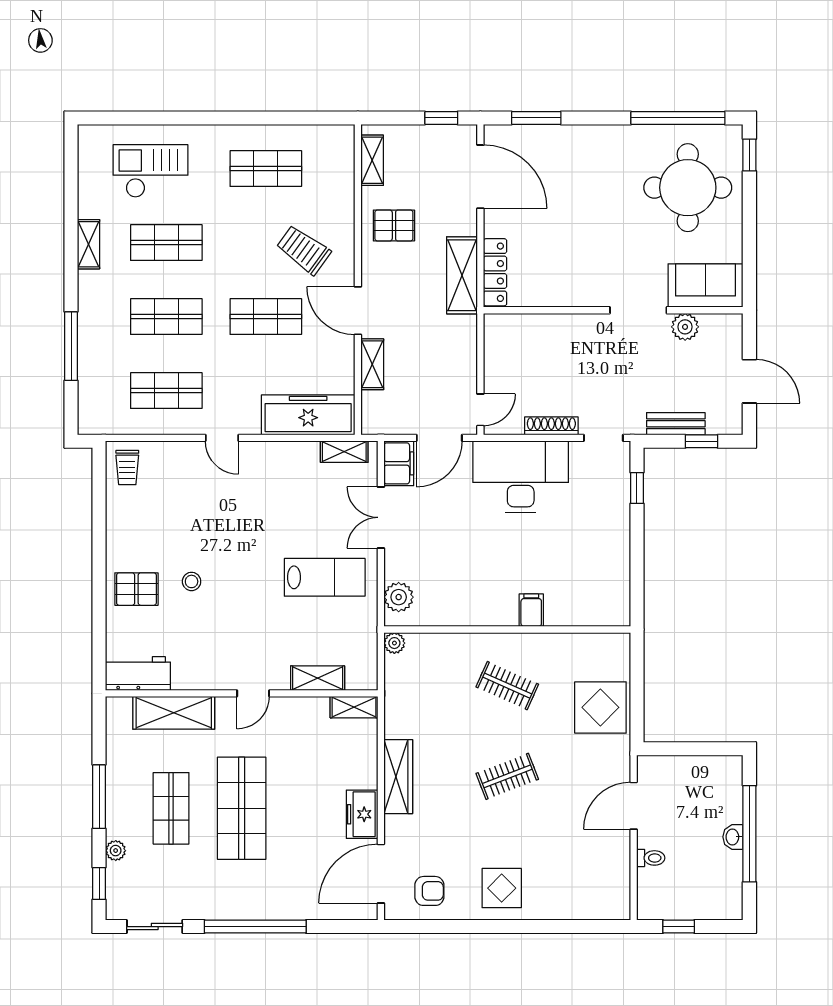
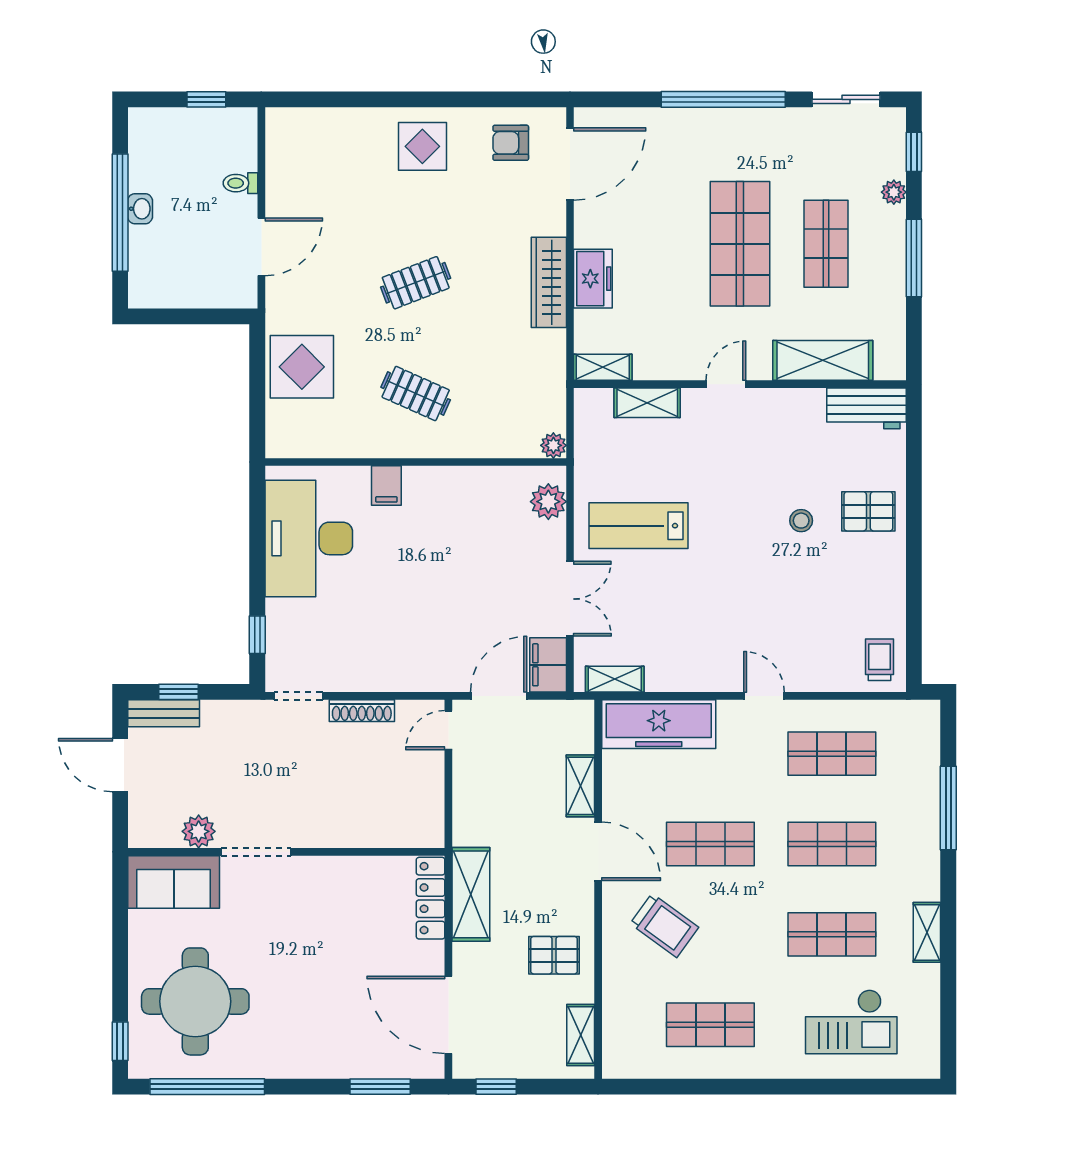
bench: (676, 424) -> (164, 713), moved
desk: (521, 477) -> (309, 538), moved, turned 90
freezer: (362, 814) -> (593, 279), moved

